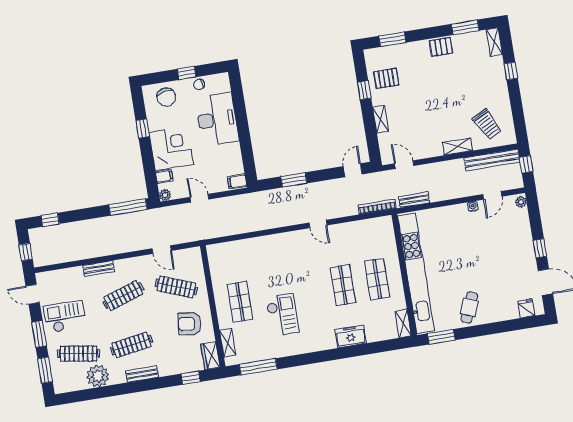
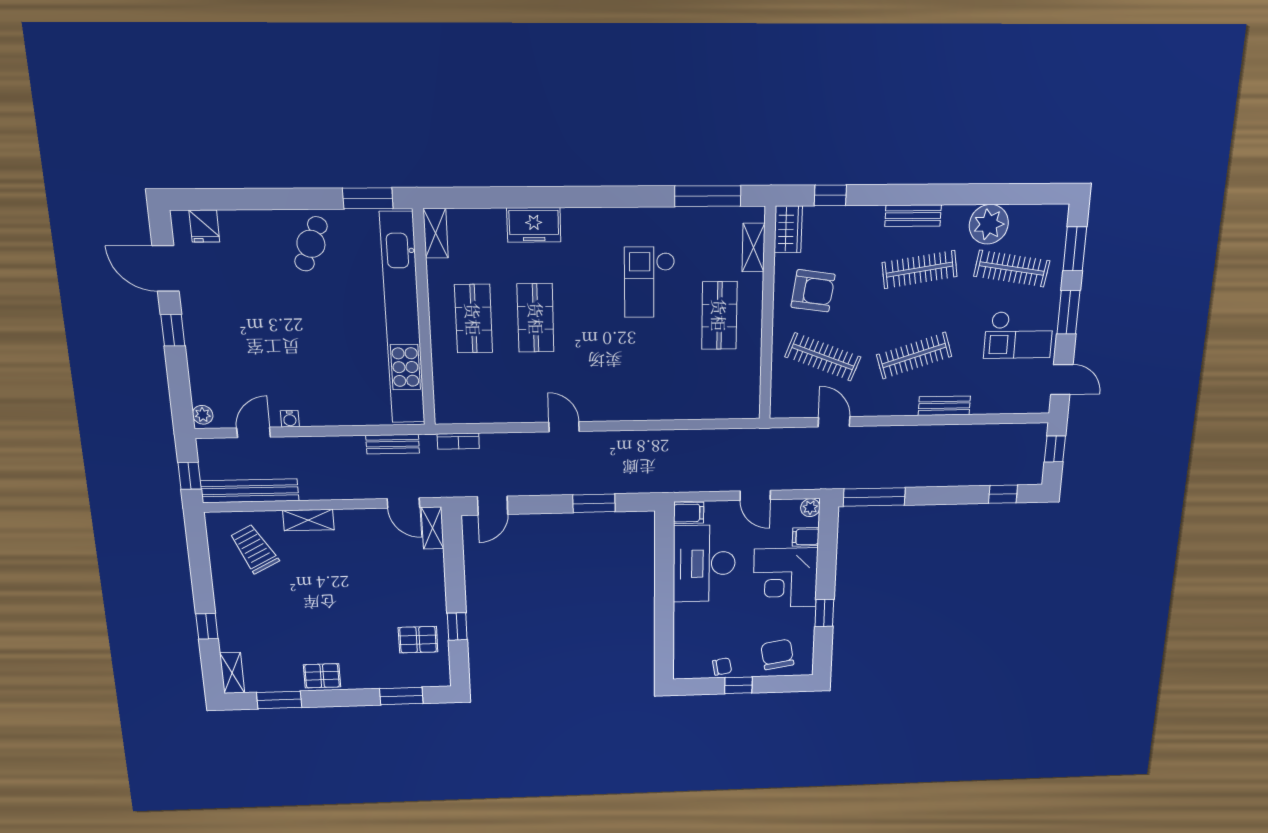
desk: (217, 119) -> (704, 564), moved
shelving: (380, 119) -> (432, 528), moved
bookcase: (377, 207) -> (458, 441), width x0.64

